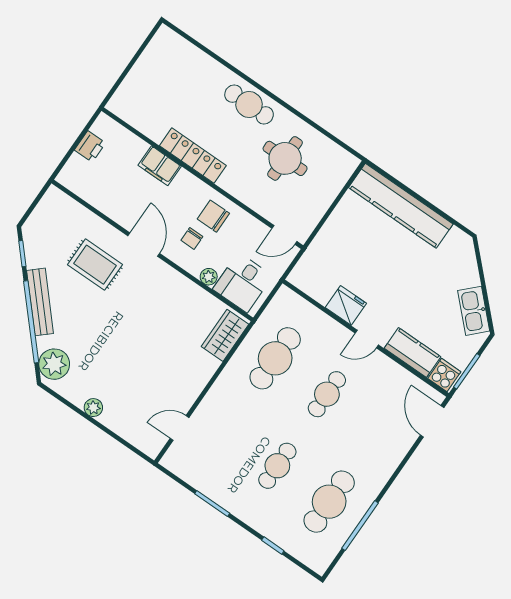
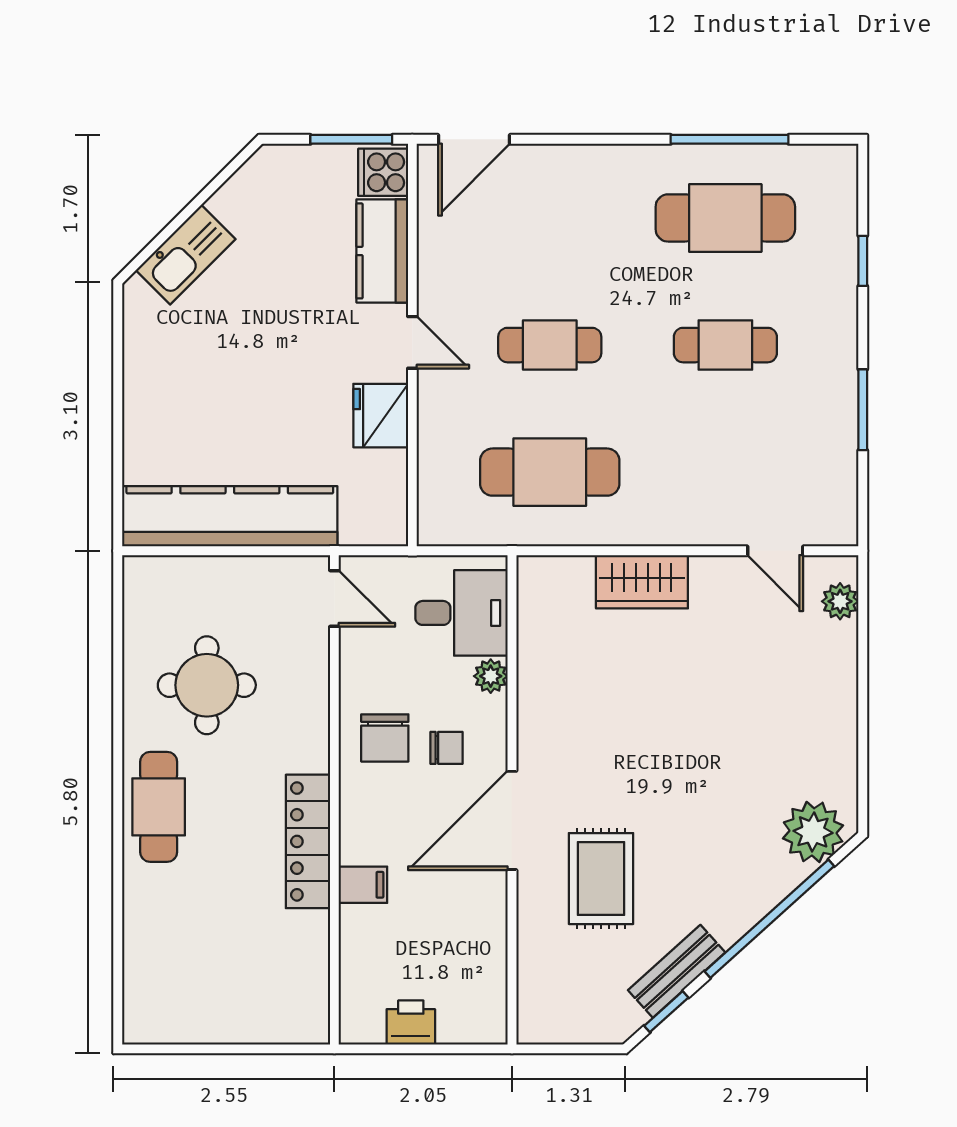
filing cabinet: (160, 166) -> (363, 885), width x0.50
kitchen counter: (401, 206) -> (230, 516), moved, turned -90
door: (144, 245) -> (512, 820), width x1.36
bench: (40, 302) -> (677, 971), moved, width x0.73
kitchen sink: (474, 311) -> (186, 255), moved
wardrobe: (225, 335) -> (642, 582), moved
plant: (93, 408) -> (840, 601), moved

